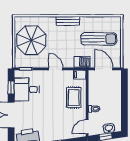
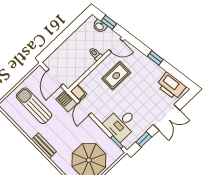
door: (56, 69) -> (84, 108), moved
desk: (27, 89) -> (121, 124), moved, turned 90
rug: (74, 98) -> (116, 76), moved

